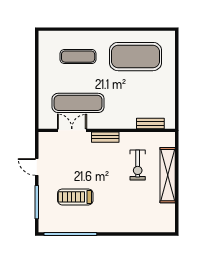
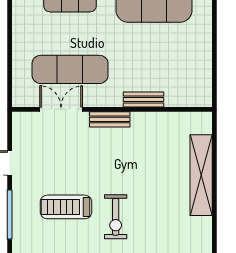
bench: (150, 123) -> (143, 99), moved
exercise bike: (138, 165) -> (116, 217), moved

